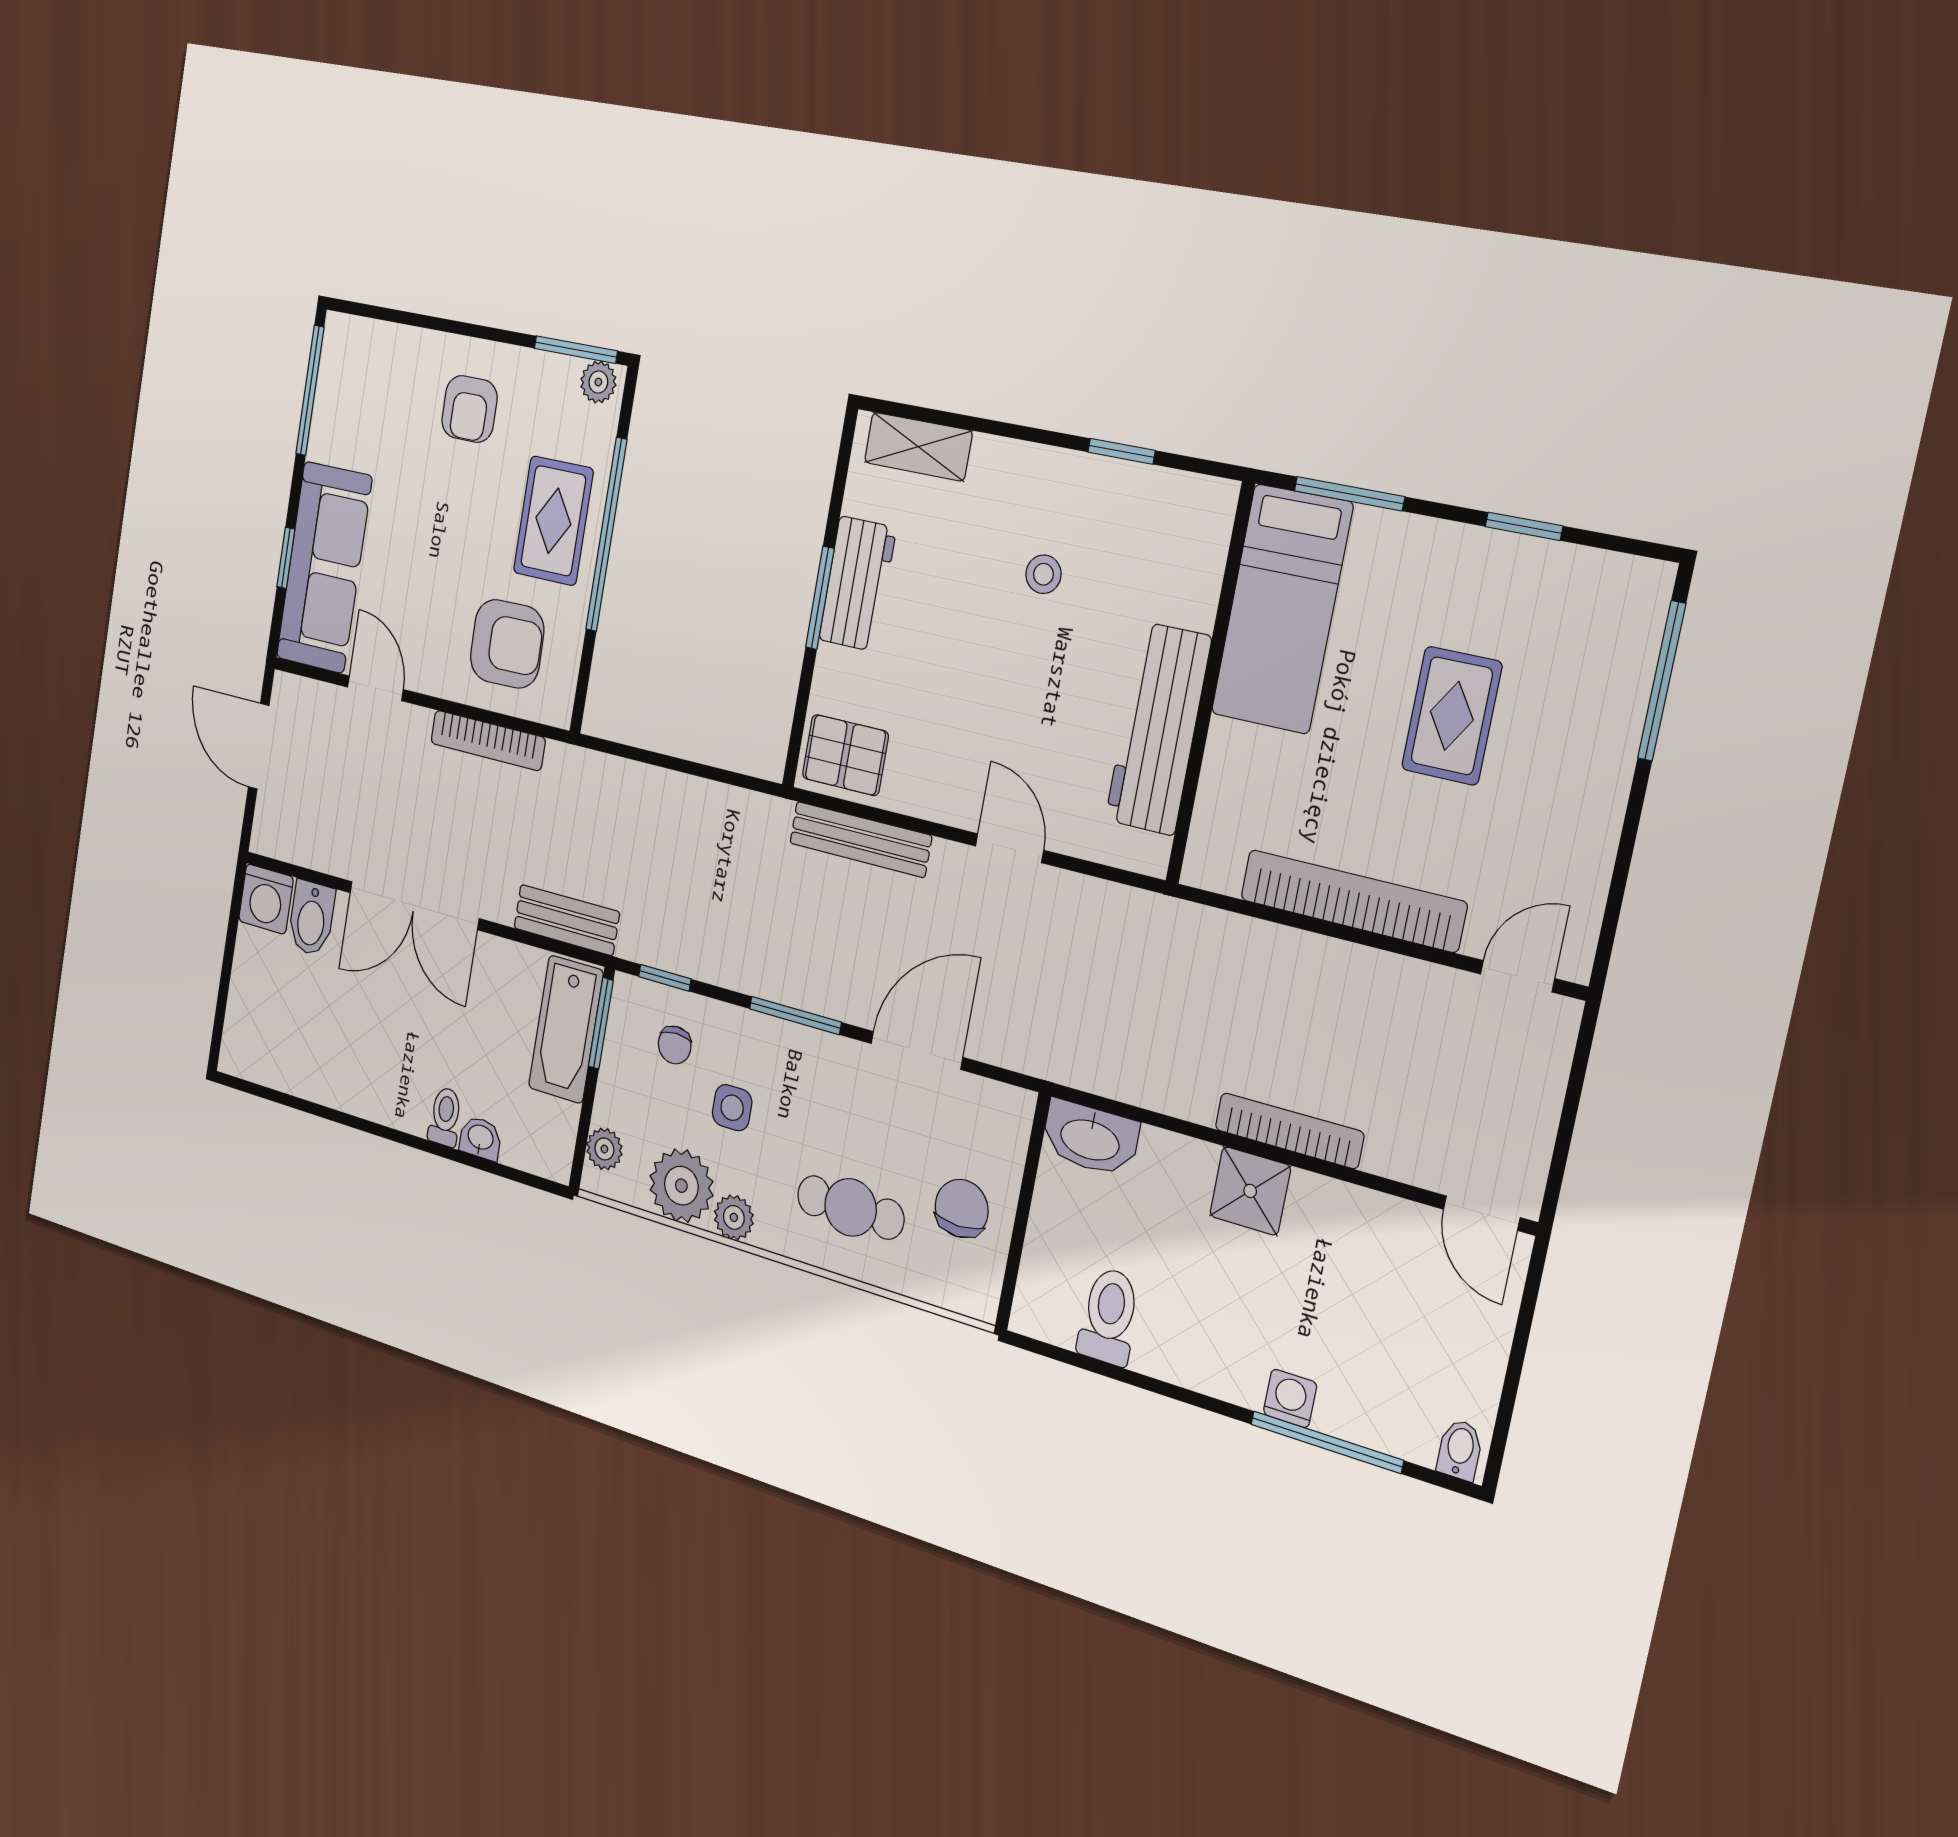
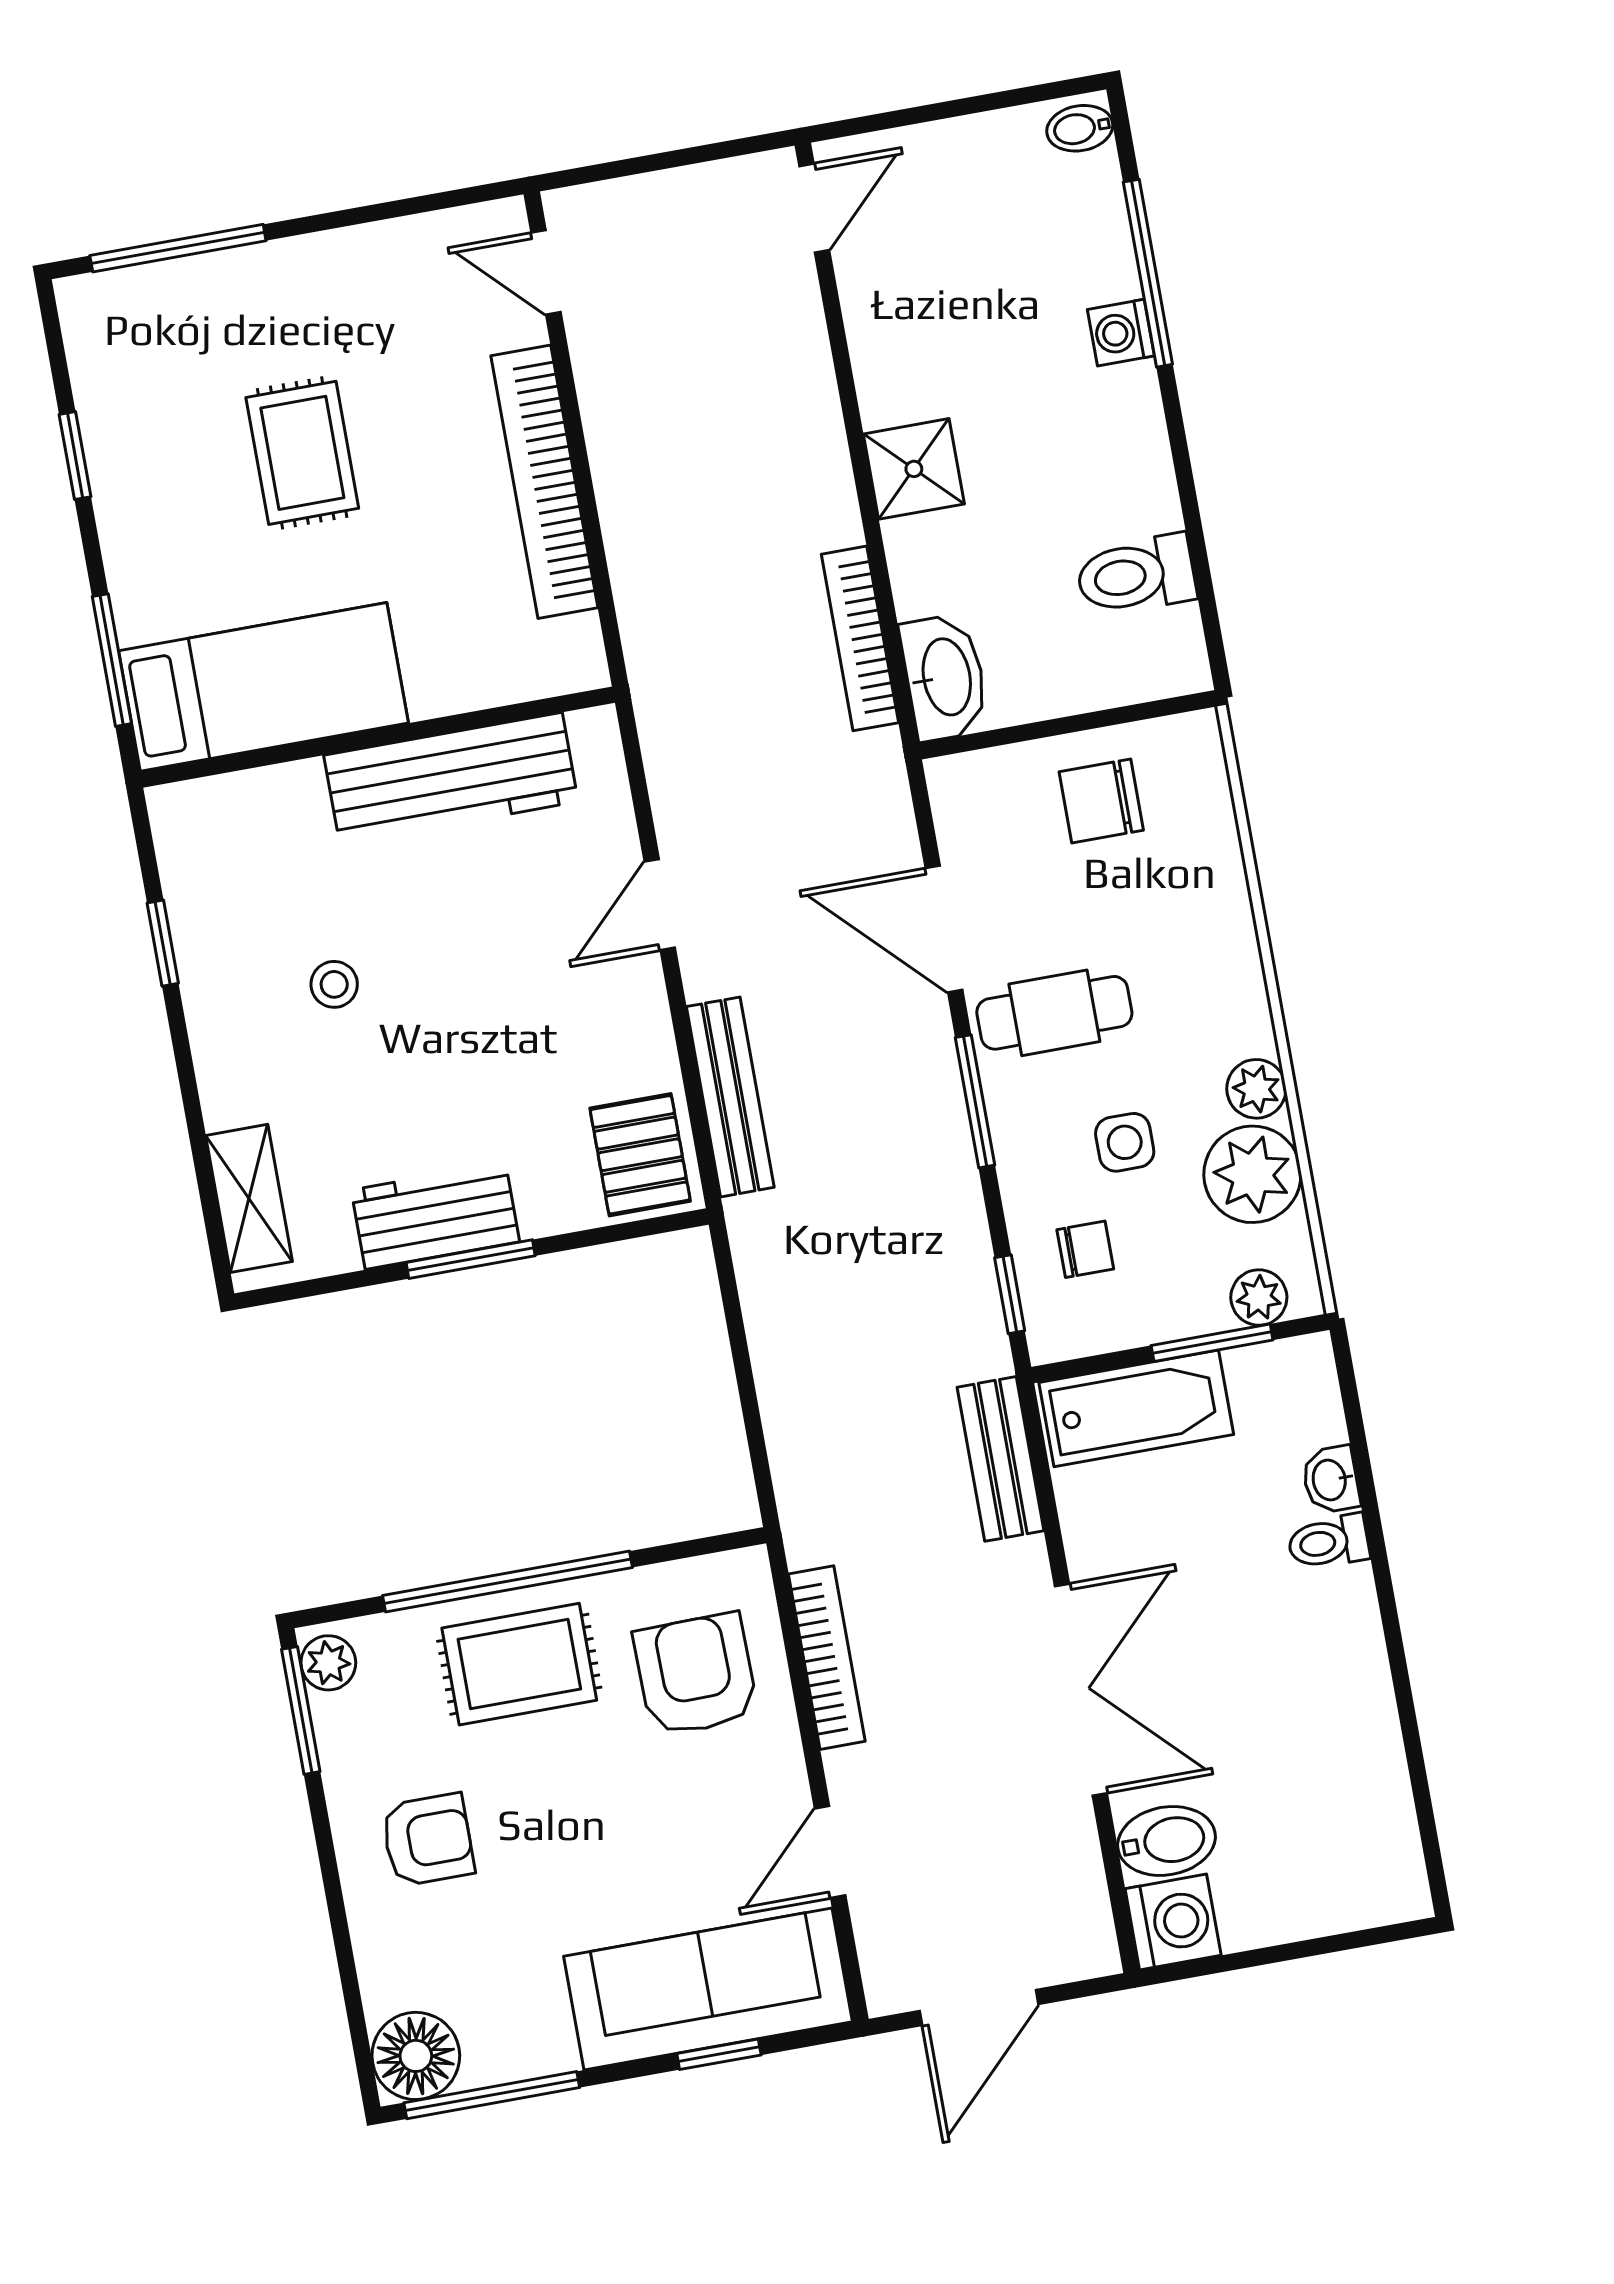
floor lamp: (348, 347) -> (416, 2056), added
rug: (1452, 716) -> (302, 453), turned 90
window: (601, 1023) -> (1212, 1343), moved
bookcase: (1289, 1131) -> (860, 638), moved
cafe table: (851, 1207) -> (1054, 1013), moved, turned 90

